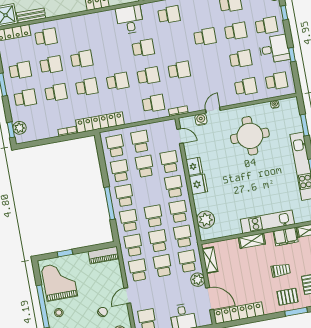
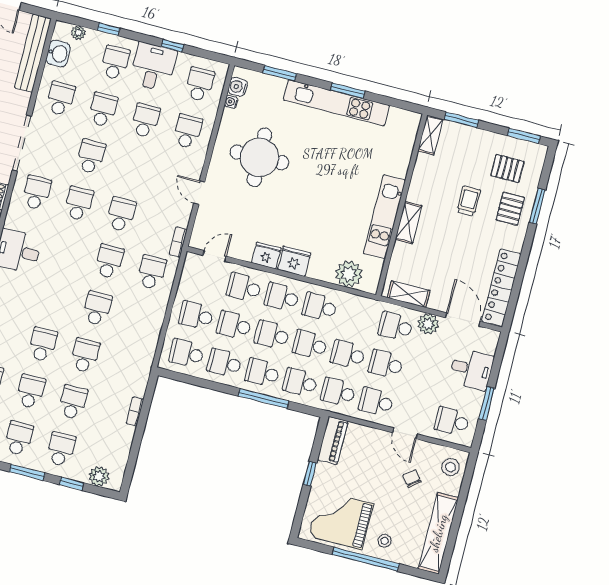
school desk: (143, 48) -> (79, 204), moved
water cooler: (201, 119) -> (238, 87), moved
locker: (100, 122) -> (143, 360), removed
window: (11, 130) -> (71, 484), moved
kitchen unit: (267, 222) -> (384, 217), moved
school desk: (183, 236) -> (272, 335), moved
filing cabinet: (286, 237) -> (424, 172), removed
window: (65, 253) -> (310, 474), moved
door: (210, 299) -> (463, 320), hinge flipped

